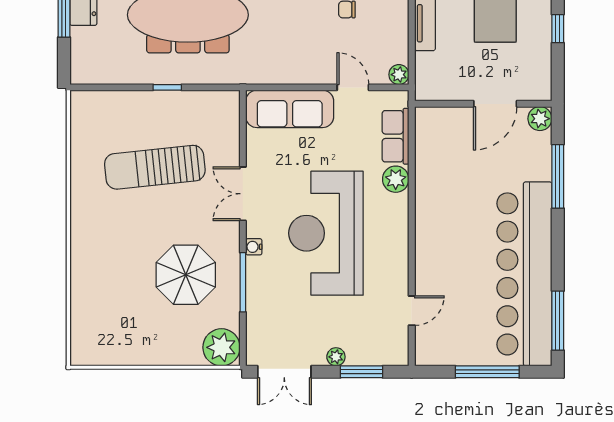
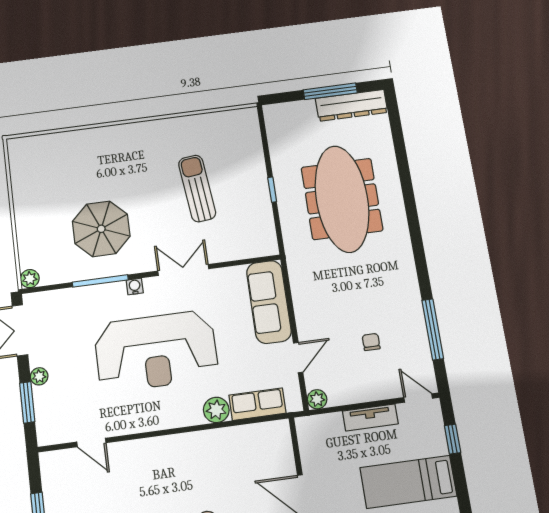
sun lounger: (155, 167) -> (197, 188), width x0.73, depth x0.75
reception desk: (326, 233) -> (156, 351), turned 180
plant: (221, 347) -> (30, 279), width x0.53, depth x0.53

